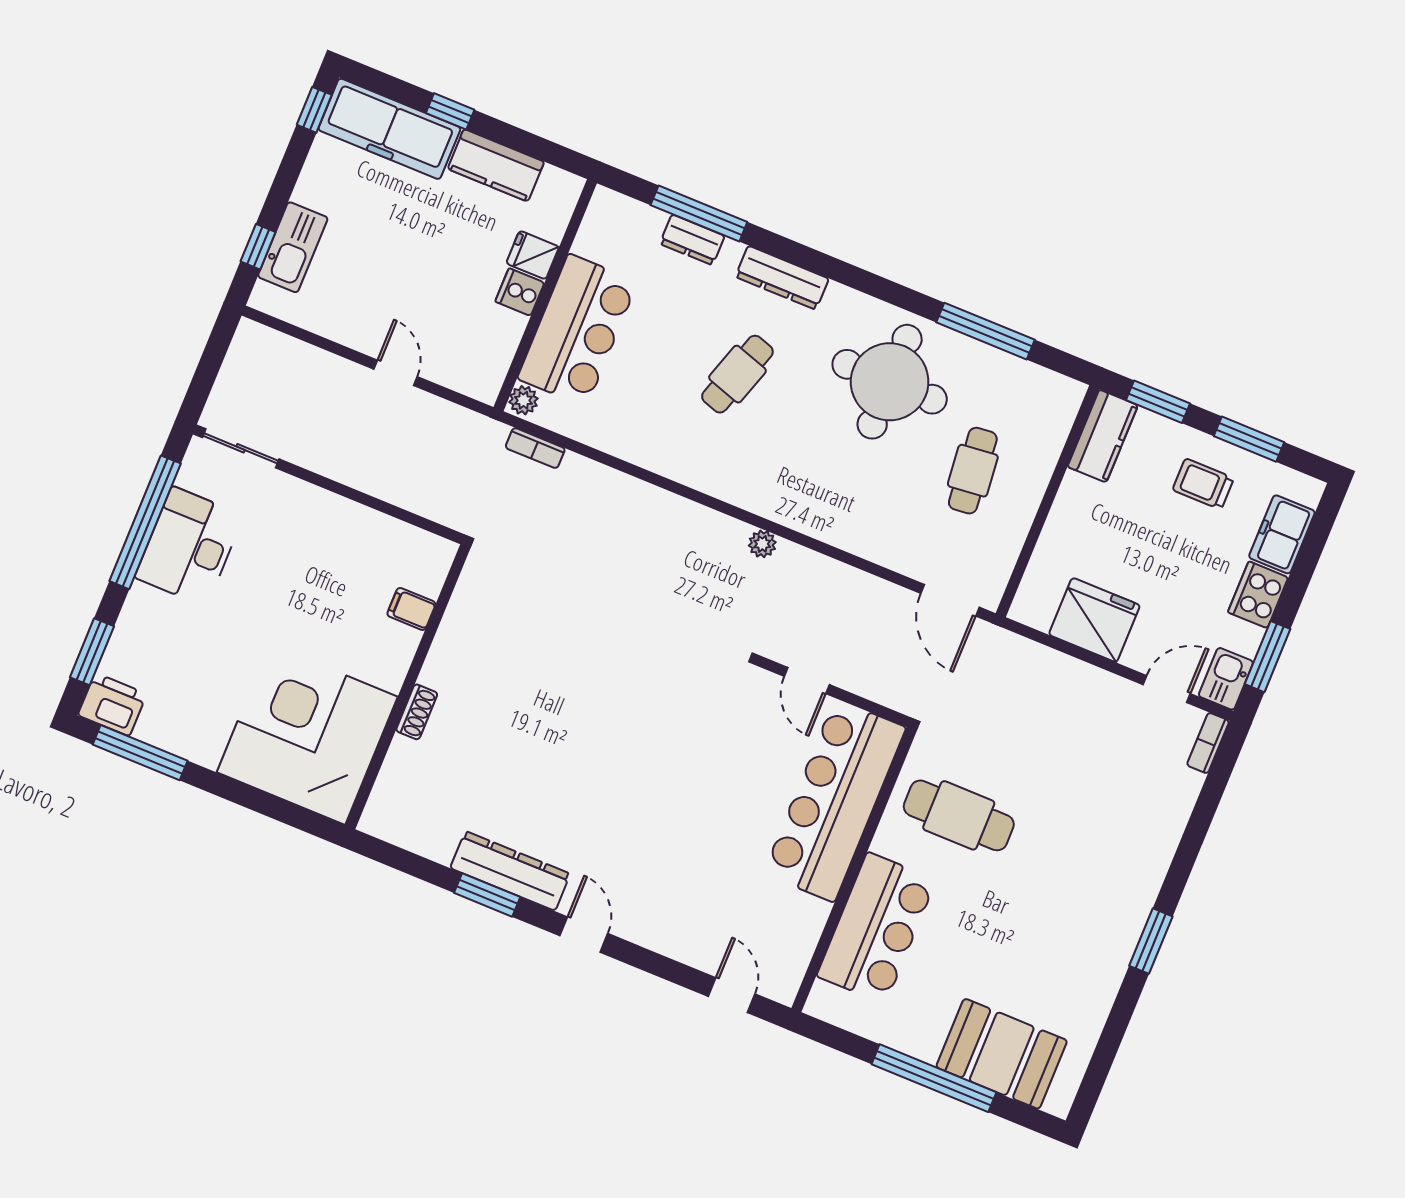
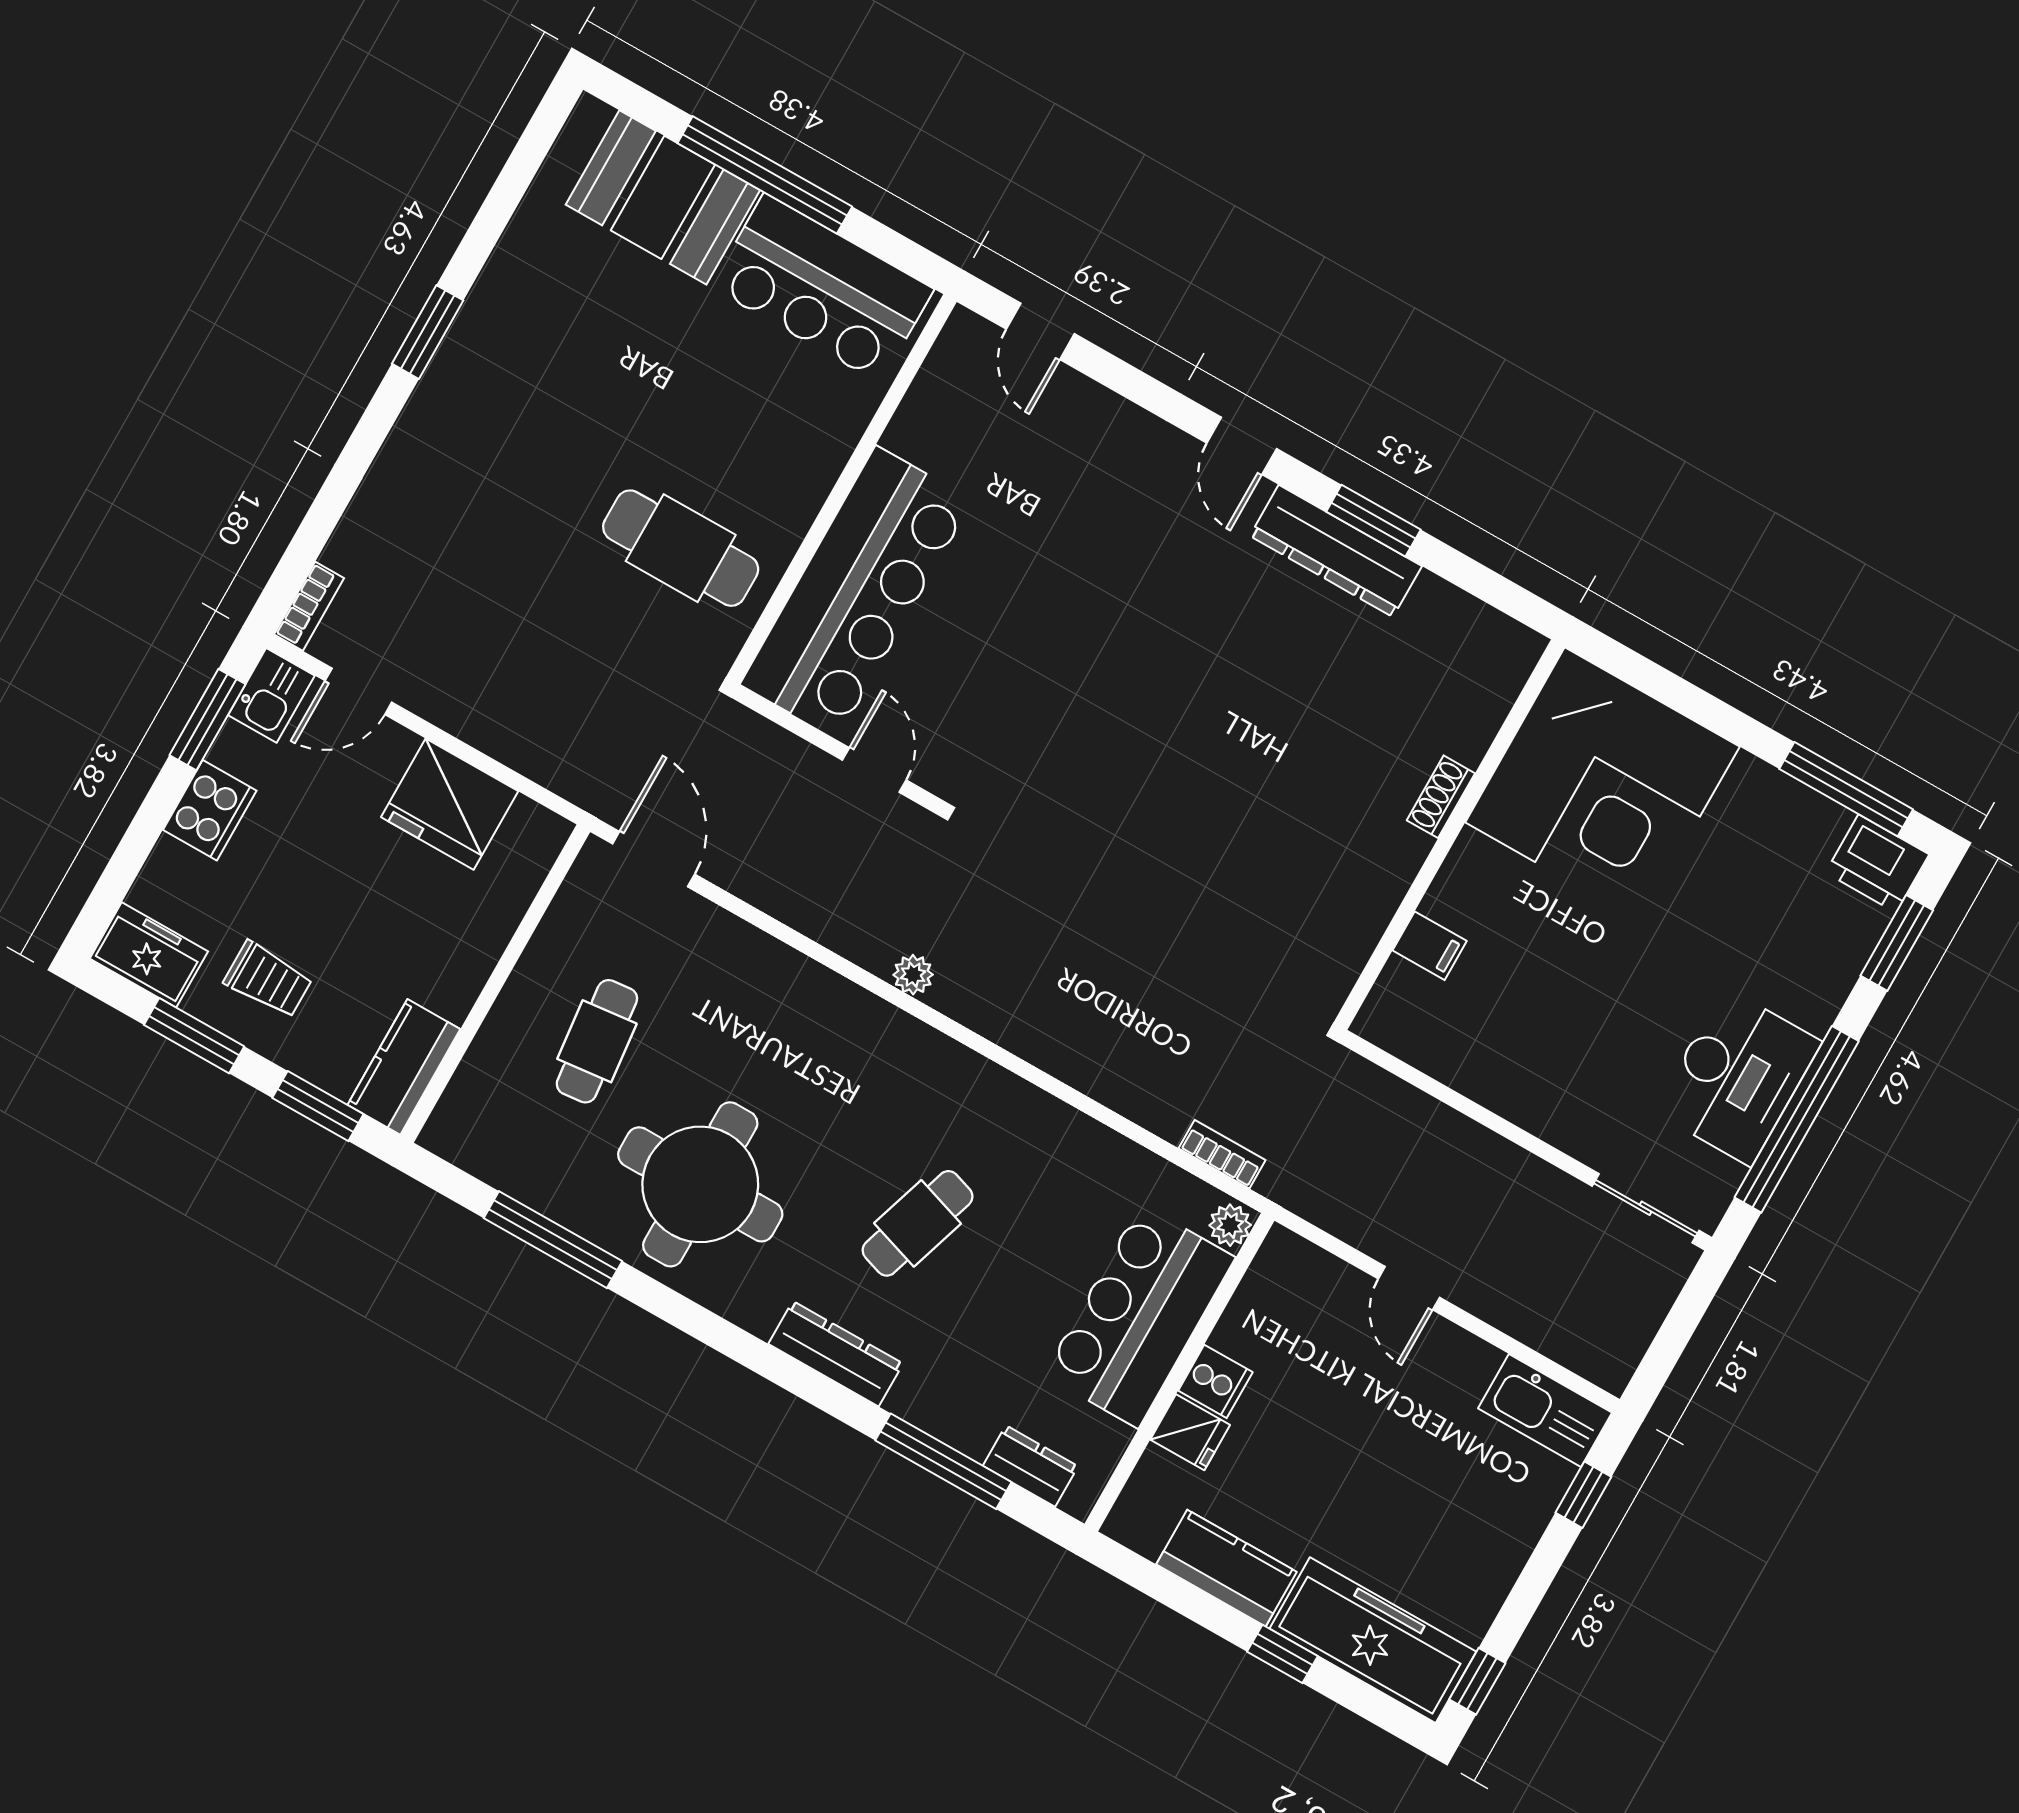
dresser: (692, 240) -> (1030, 1466), moved
kitchen sink: (293, 247) -> (1545, 1410), moved, turned -90
freezer: (1282, 534) -> (149, 955), moved, turned -90
bar counter: (876, 928) -> (822, 288), moved, turned -90

